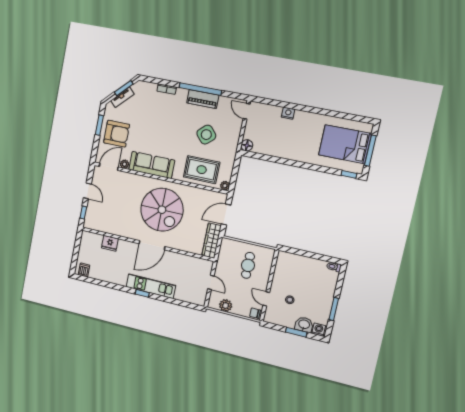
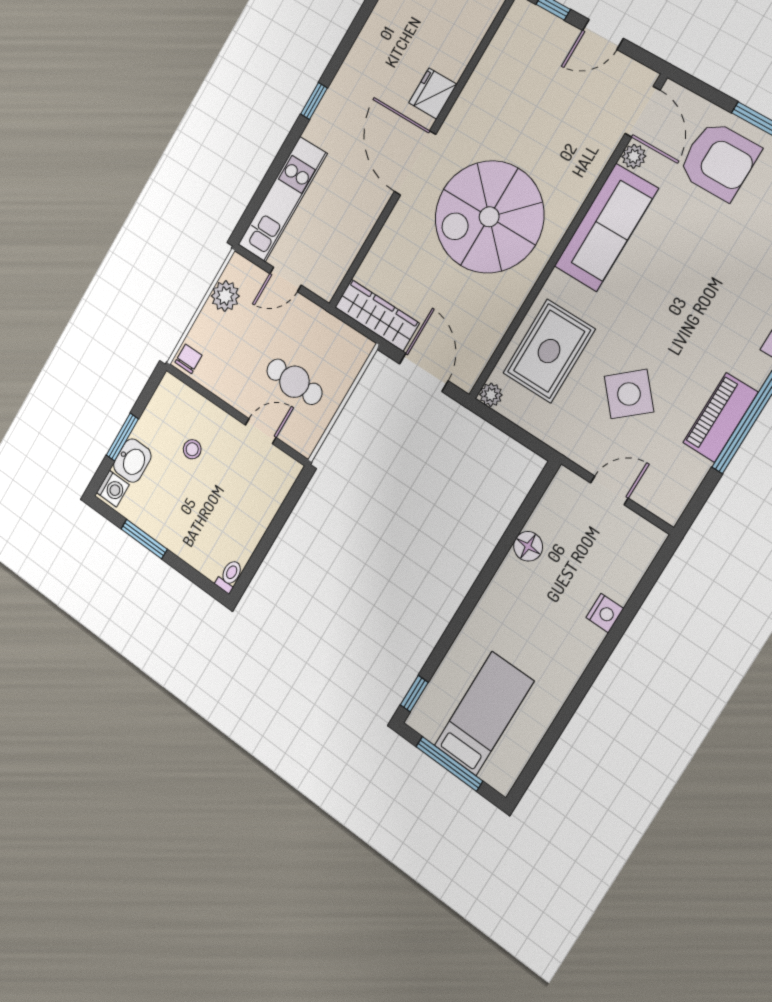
door: (247, 111) -> (609, 490), moved
armchair: (117, 134) -> (719, 160), turned -90
bed: (345, 144) -> (484, 714), width x0.67
floor lamp: (247, 145) -> (528, 546), moved
fridge: (110, 243) -> (433, 94), moved
kitchen unit: (151, 286) -> (282, 199), moved
door: (266, 299) -> (261, 431), moved

